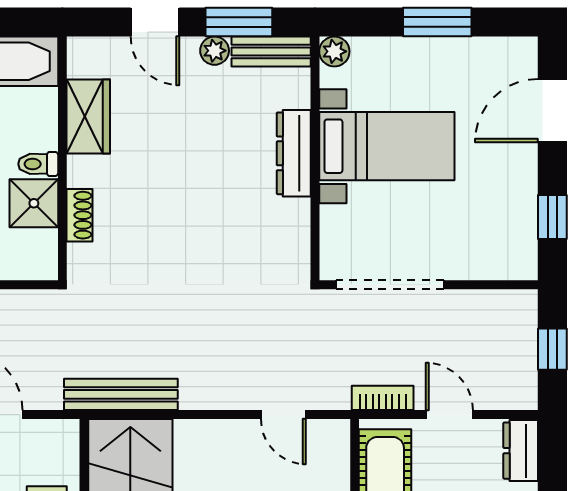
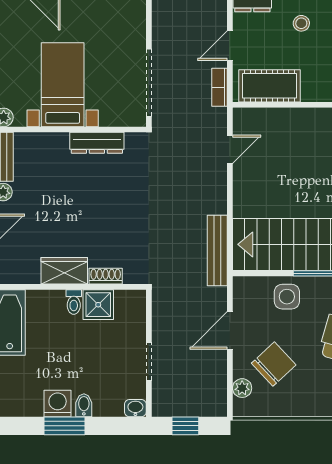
wardrobe: (88, 117) -> (64, 271), moved
dresser: (294, 153) -> (97, 143), moved

